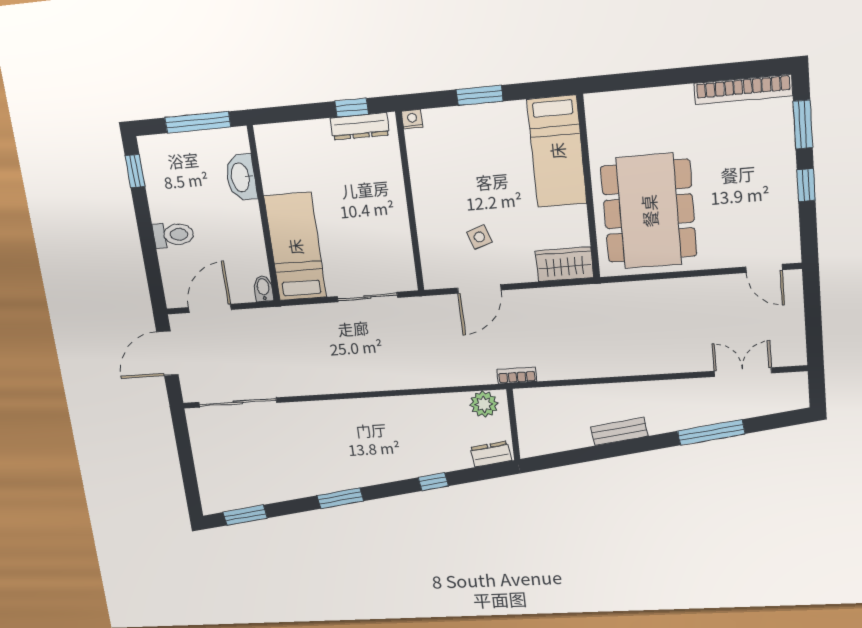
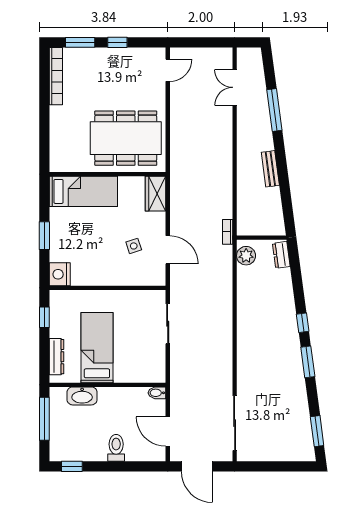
nightstand: (412, 119) -> (60, 274), width x1.89, depth x1.79
dresser: (360, 126) -> (56, 357), moved
bed: (295, 247) -> (97, 348), moved, turned 90
window: (433, 482) -> (303, 323), moved

